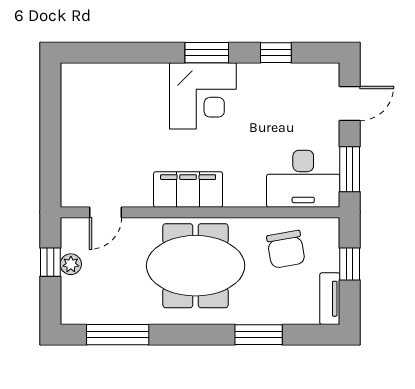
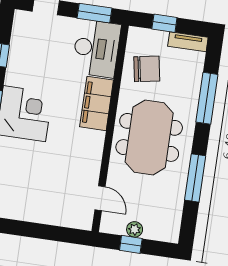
filing cabinet: (188, 190) -> (97, 103), moved
window: (118, 335) -> (195, 178), moved
window: (259, 335) -> (207, 98), width x1.44

